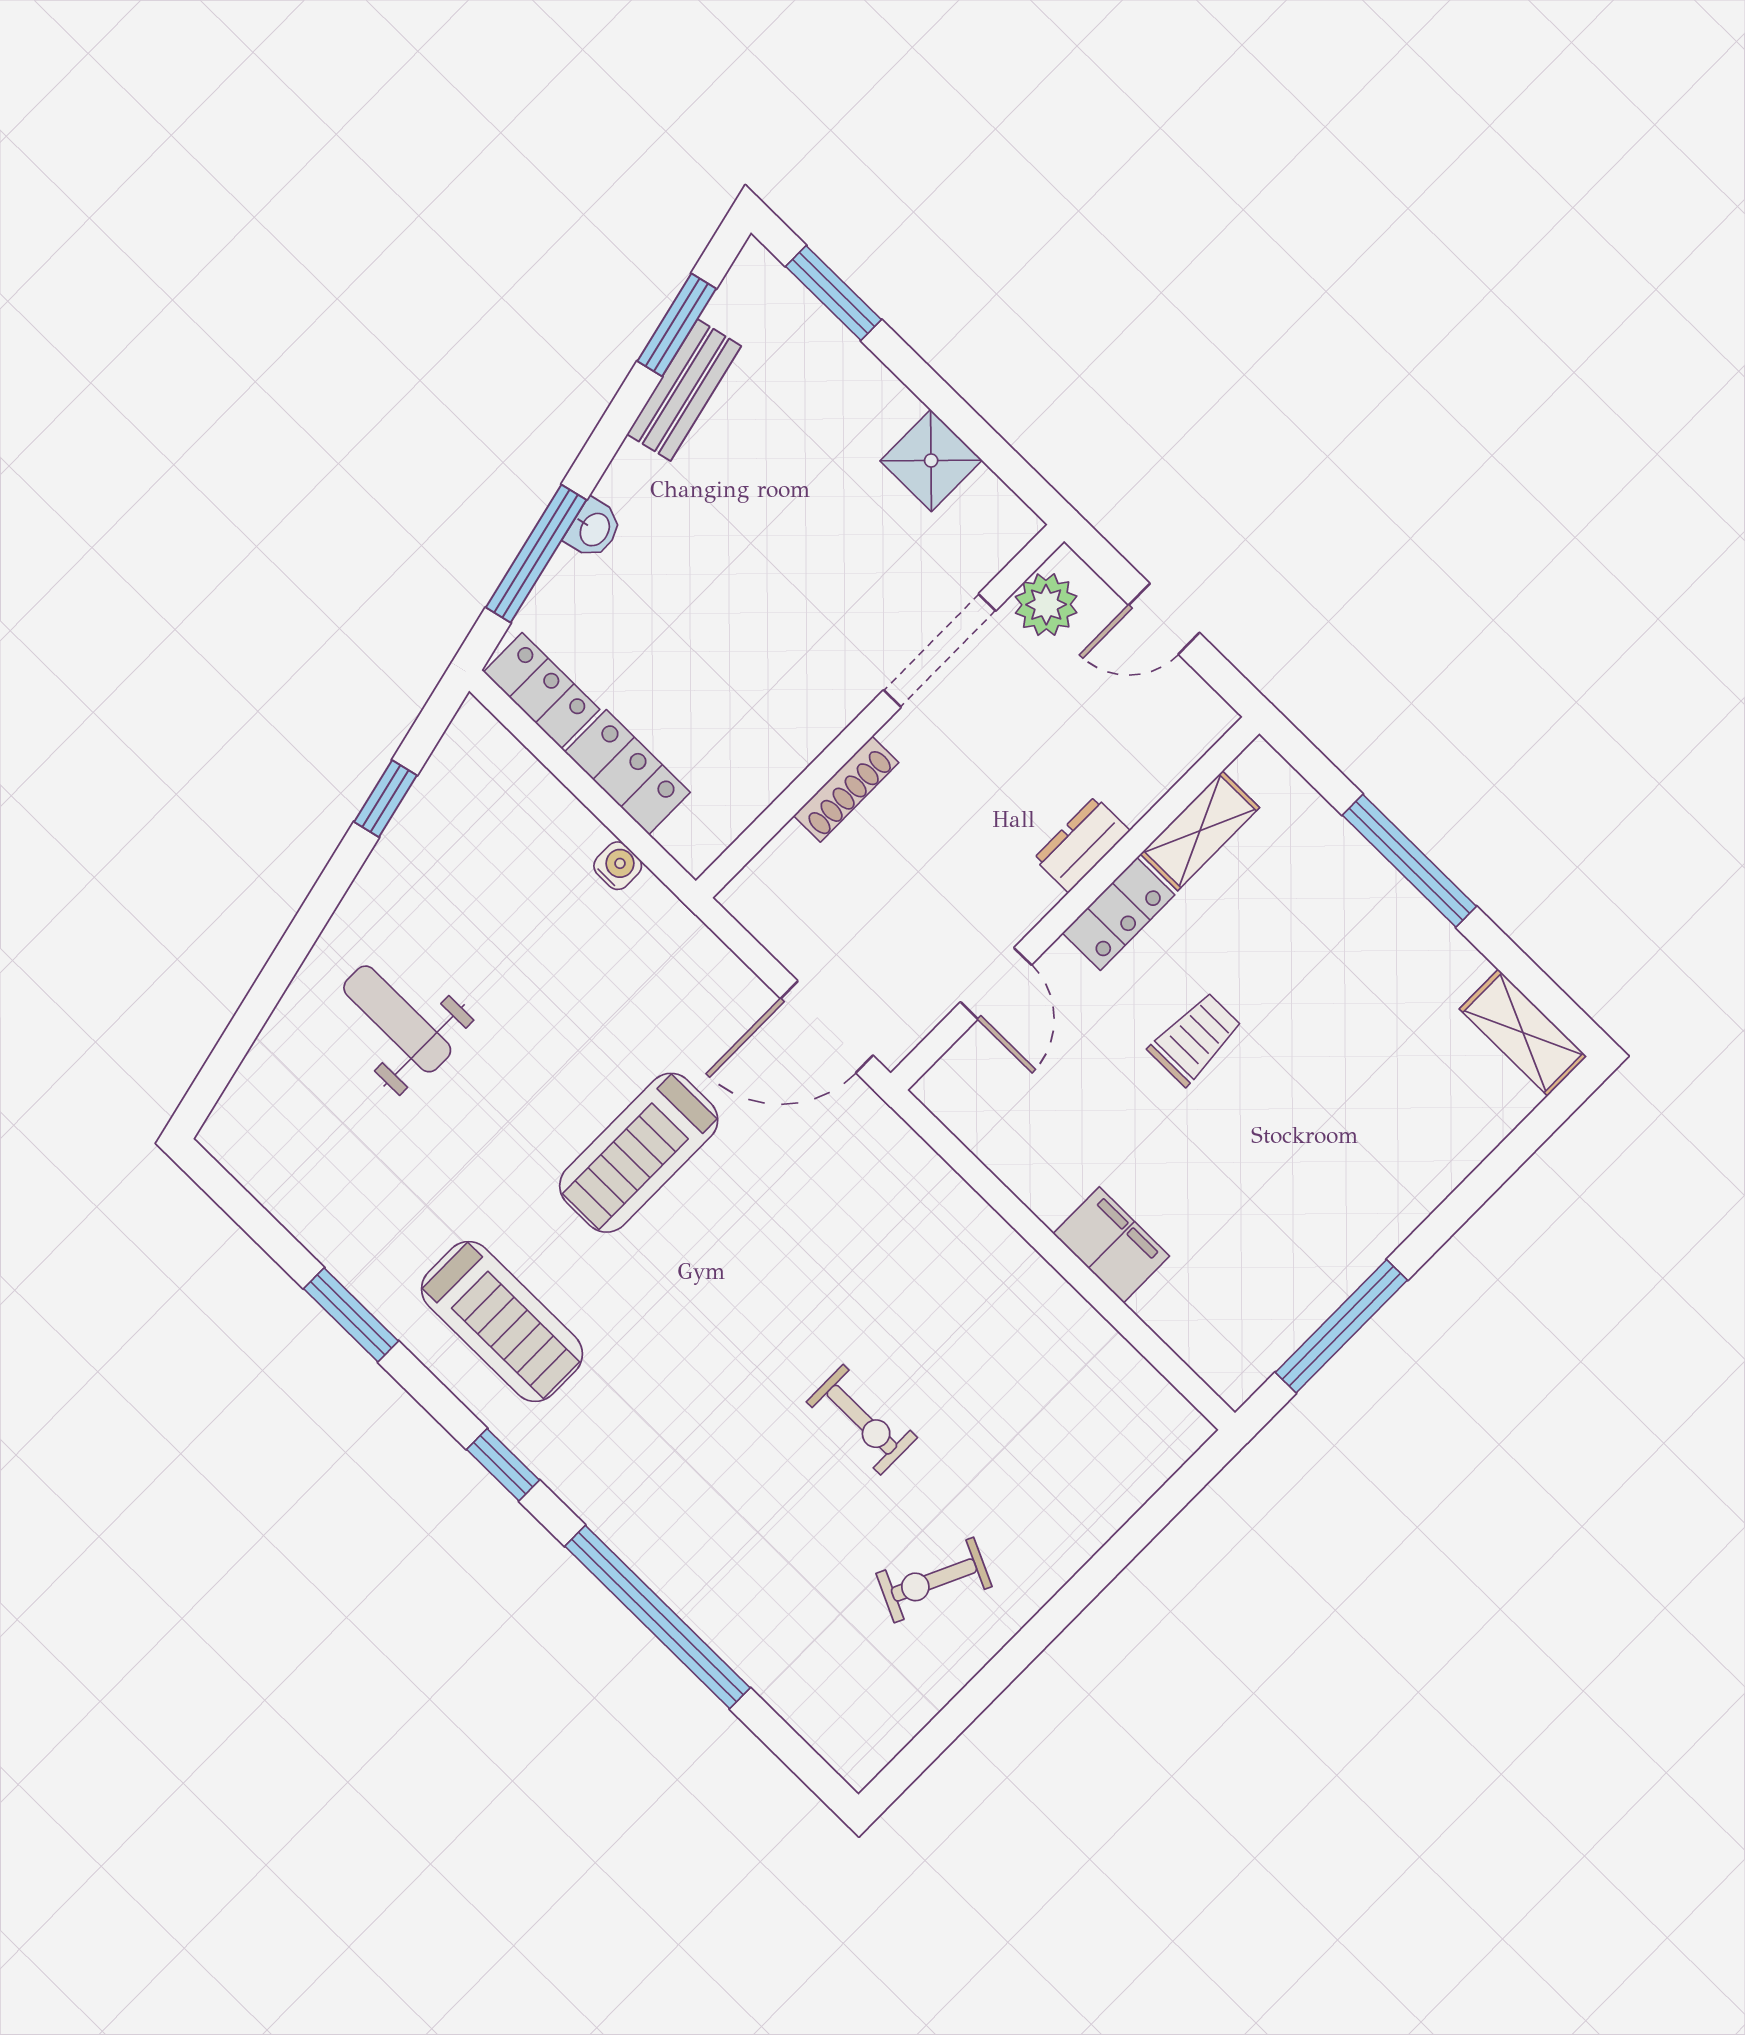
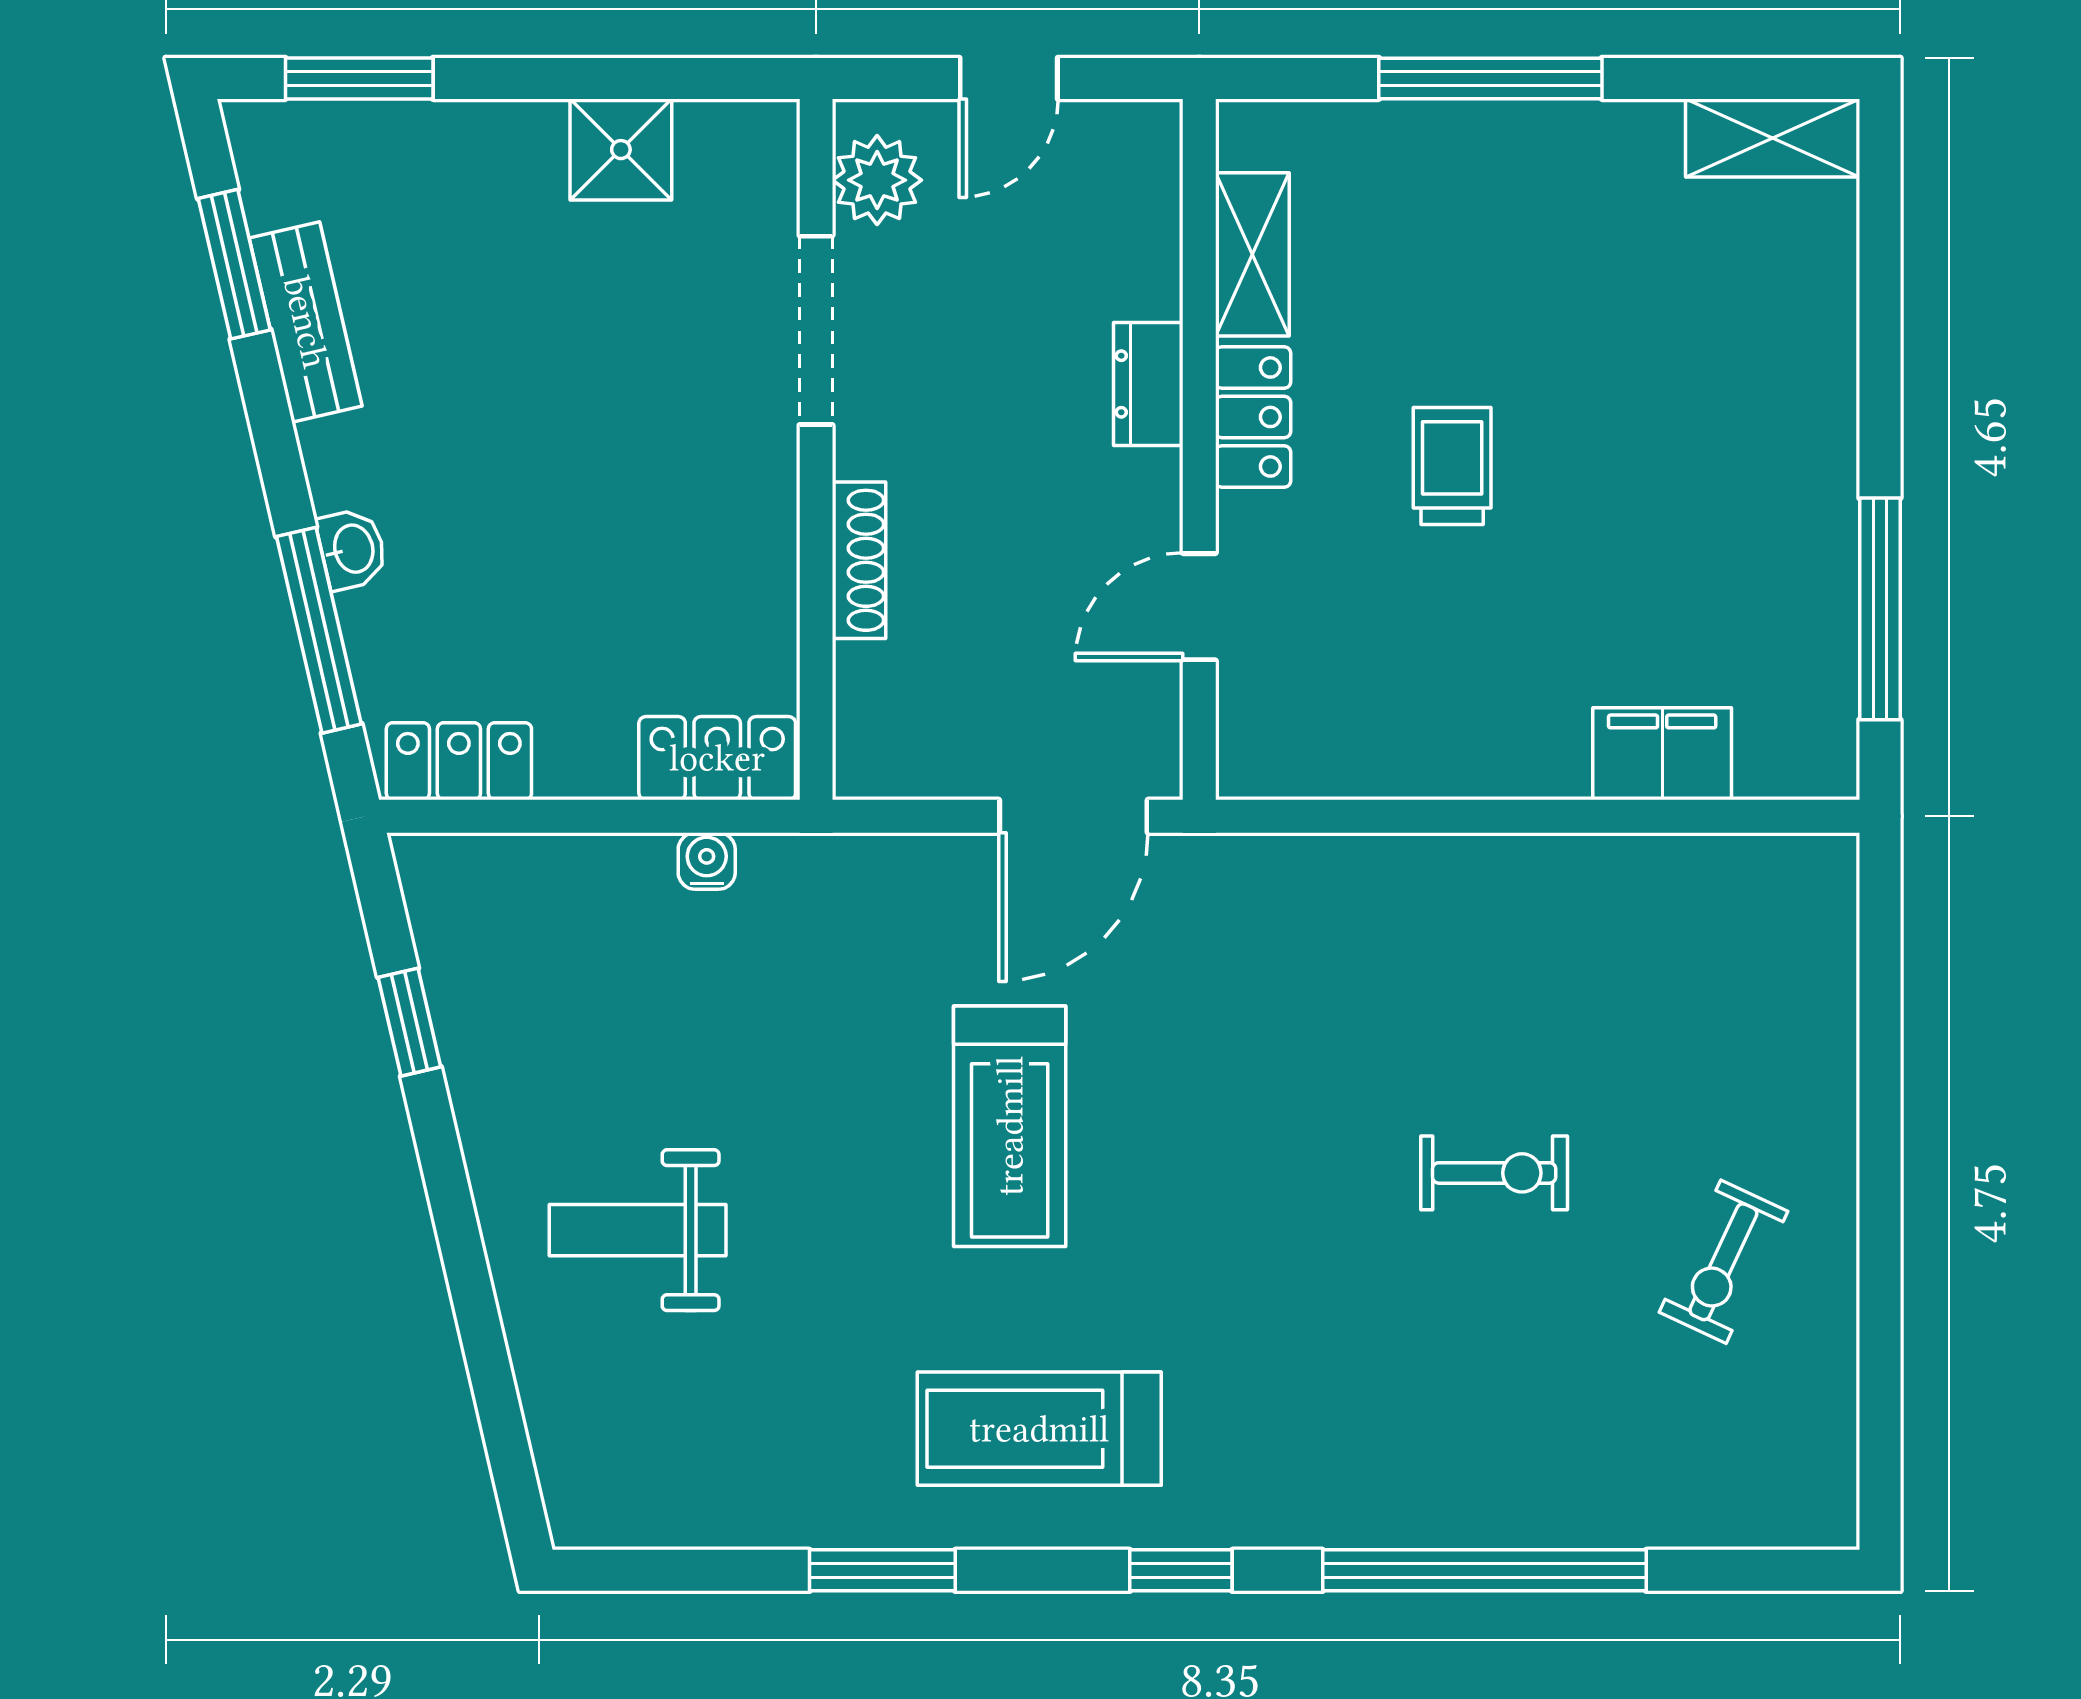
locker: (627, 772) -> (717, 758), moved
door: (996, 983) -> (1199, 607), swing flipped
filing cabinet: (1111, 1245) -> (1662, 754), moved
treadmill: (502, 1322) -> (1039, 1429), turned 180

